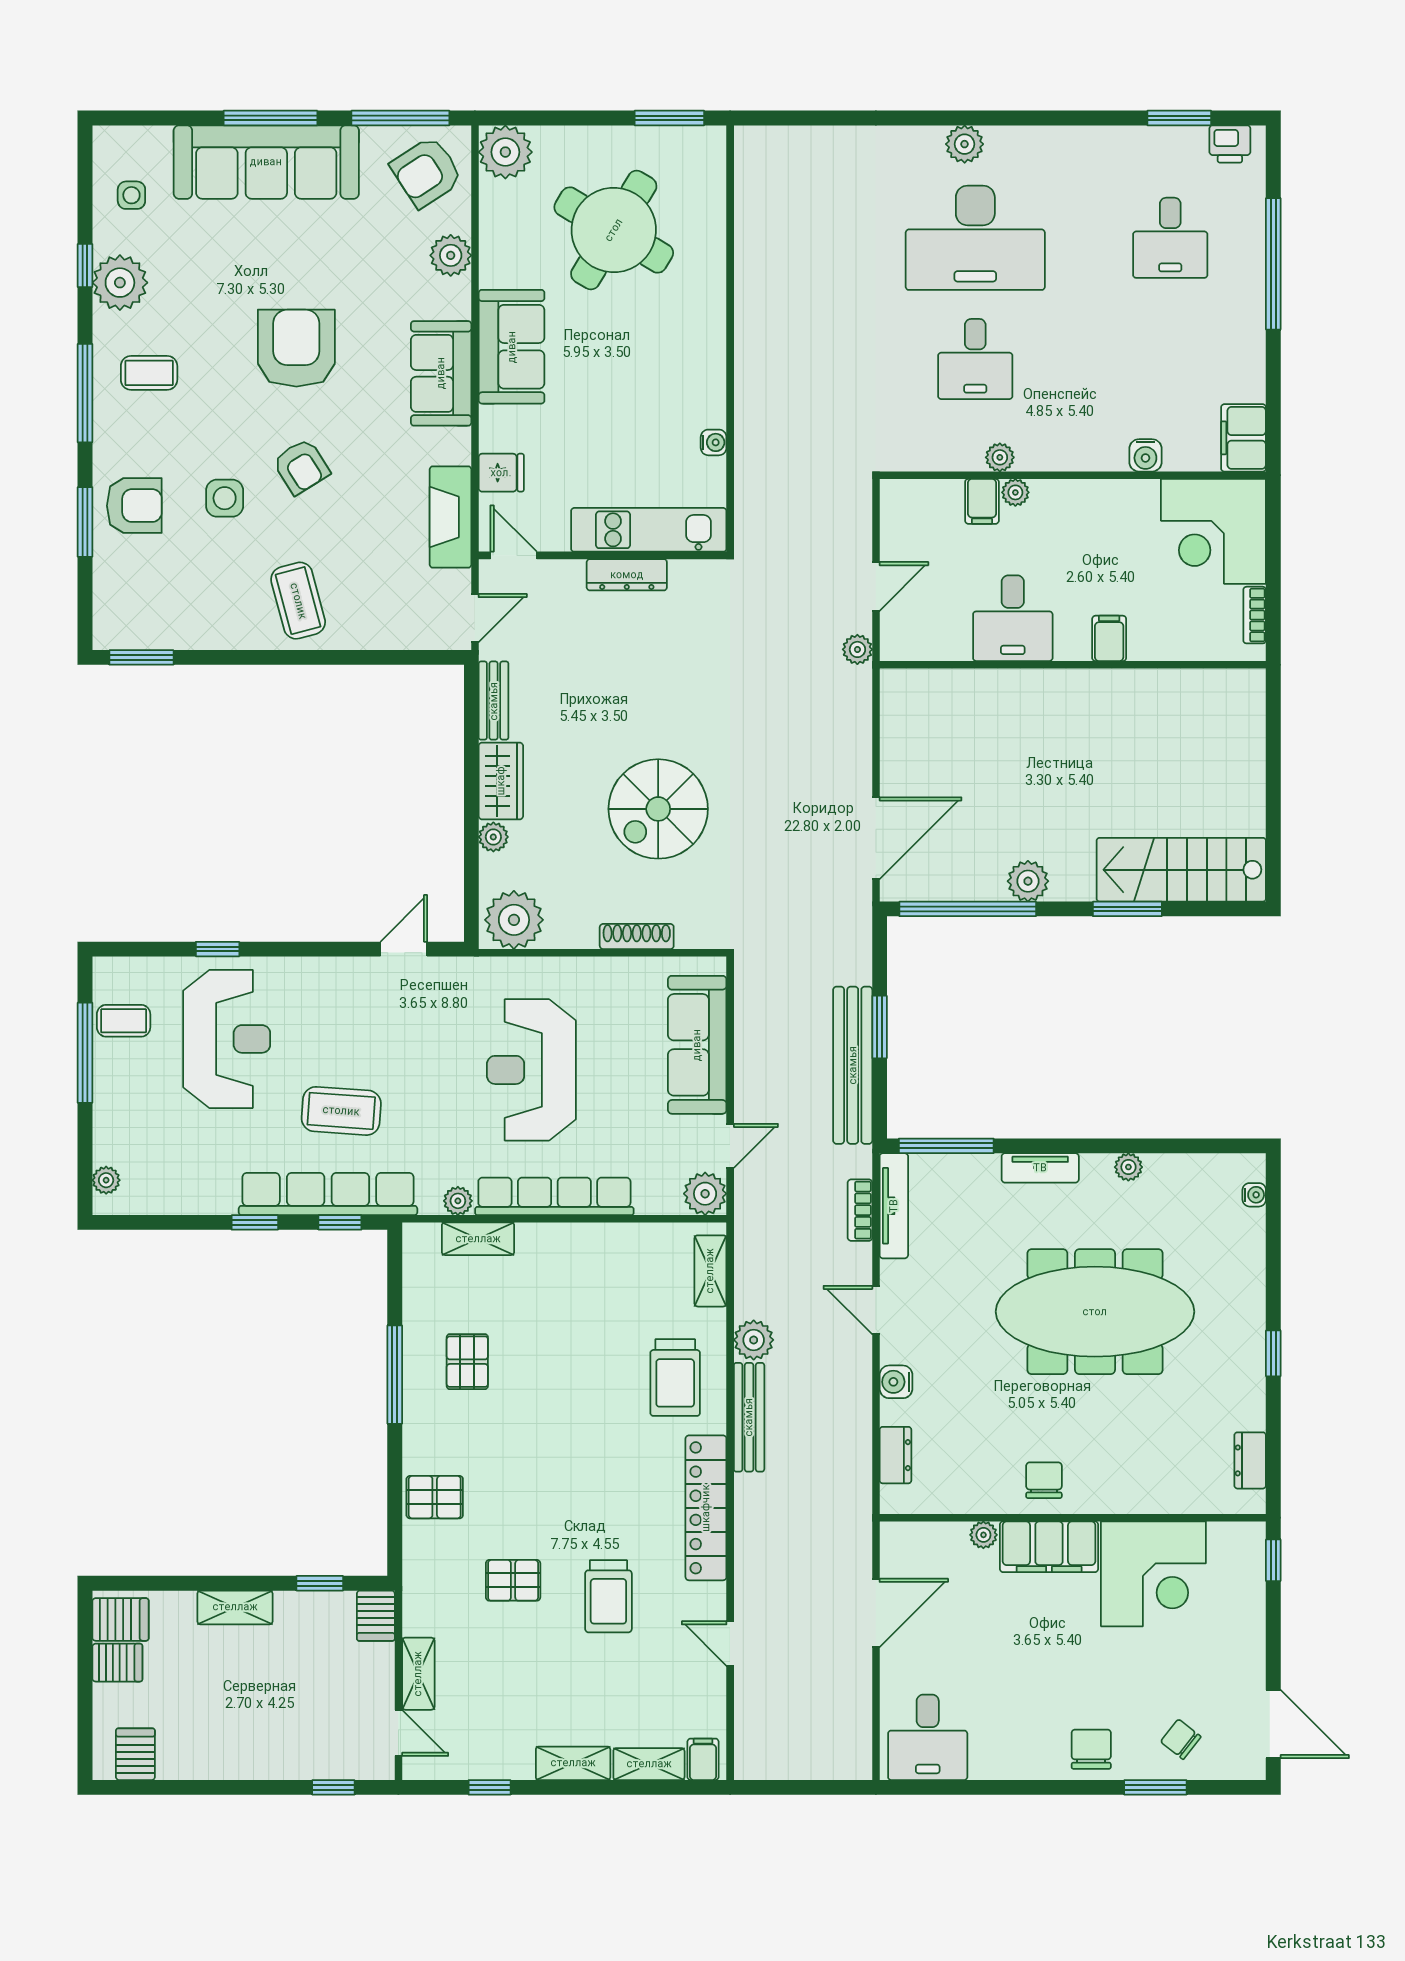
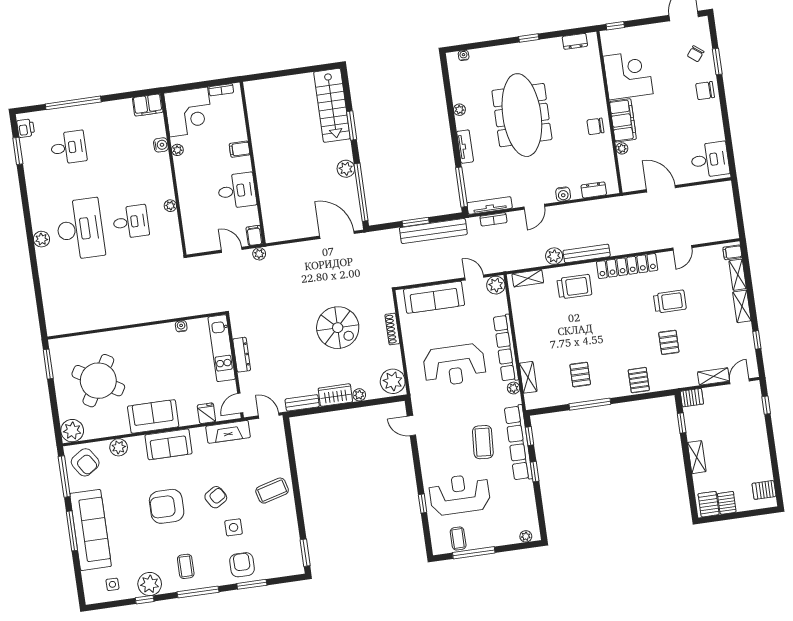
plant: (1015, 492) -> (177, 150), moved
filing cabinet: (982, 501) -> (254, 235), moved, turned -90
pallet: (467, 1362) -> (580, 375), turned 90

